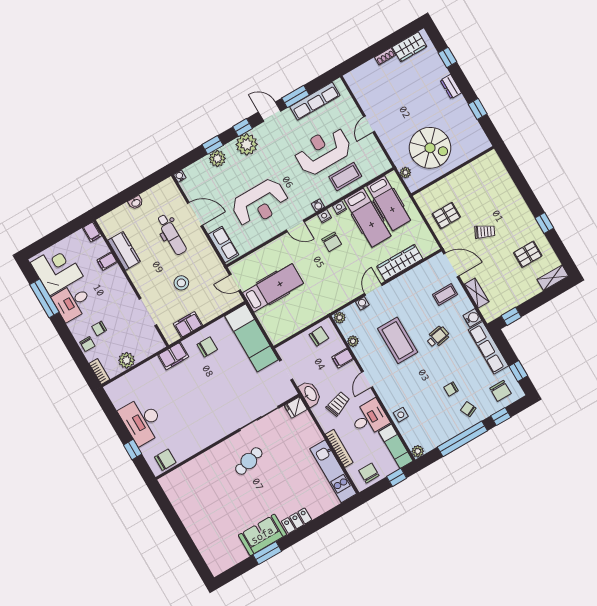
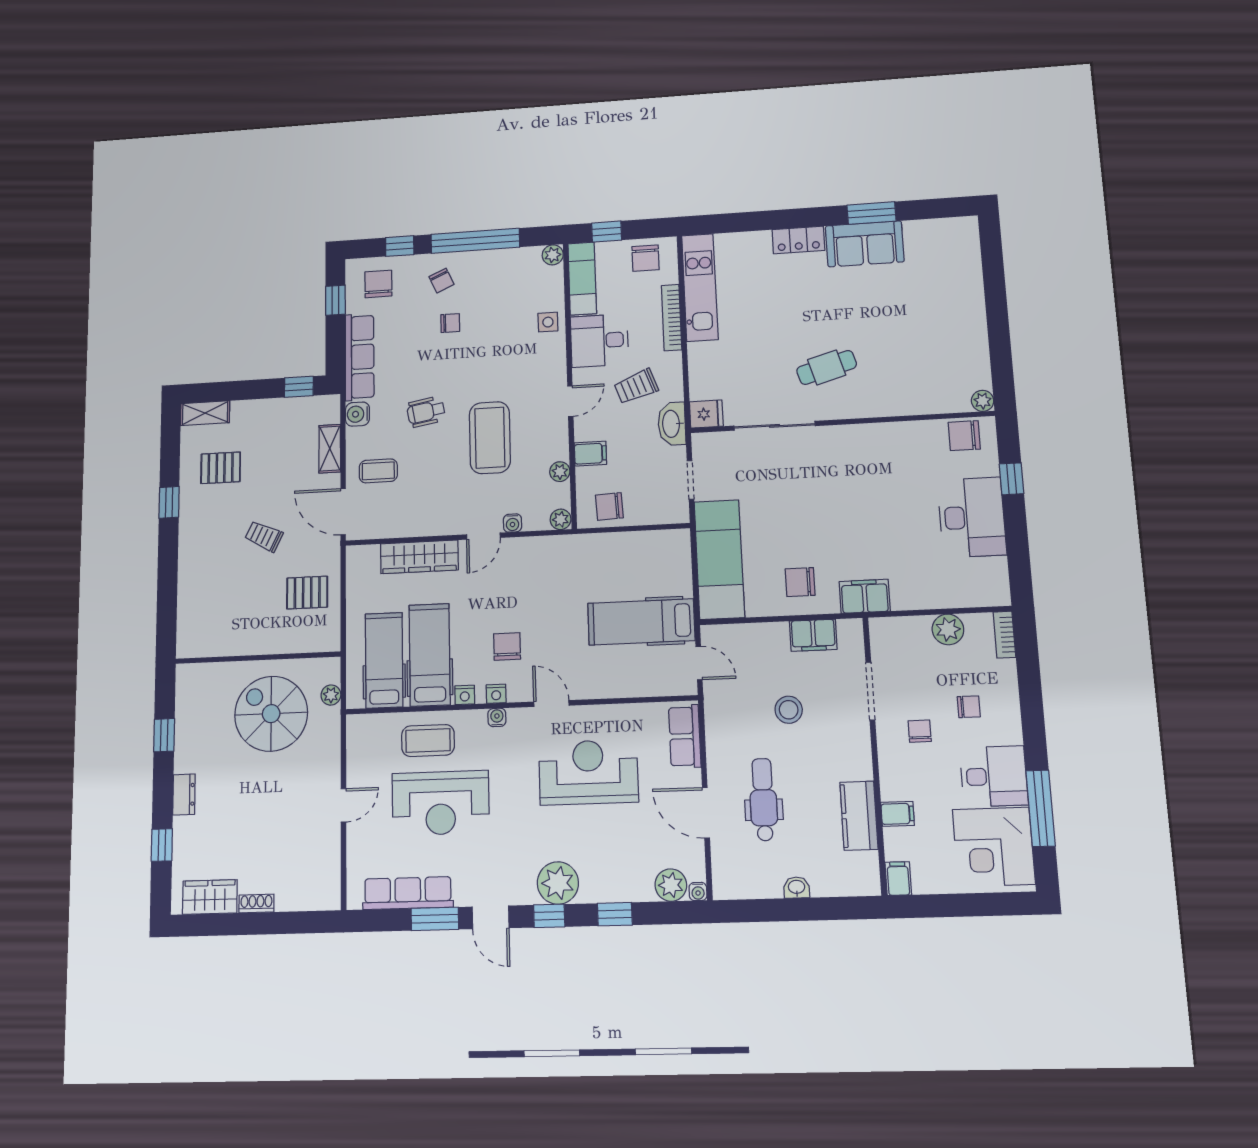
plant: (217, 158) -> (671, 885), moved
chair: (87, 344) -> (920, 731), moved
plant: (165, 482) -> (983, 401), added

